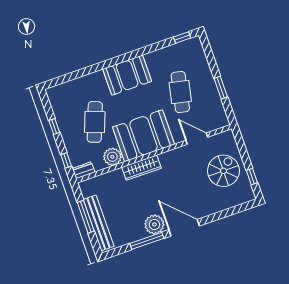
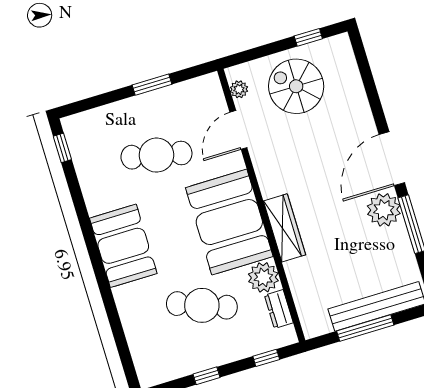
plant: (220, 138) -> (239, 89), added
dresser: (84, 170) -> (279, 309), moved

